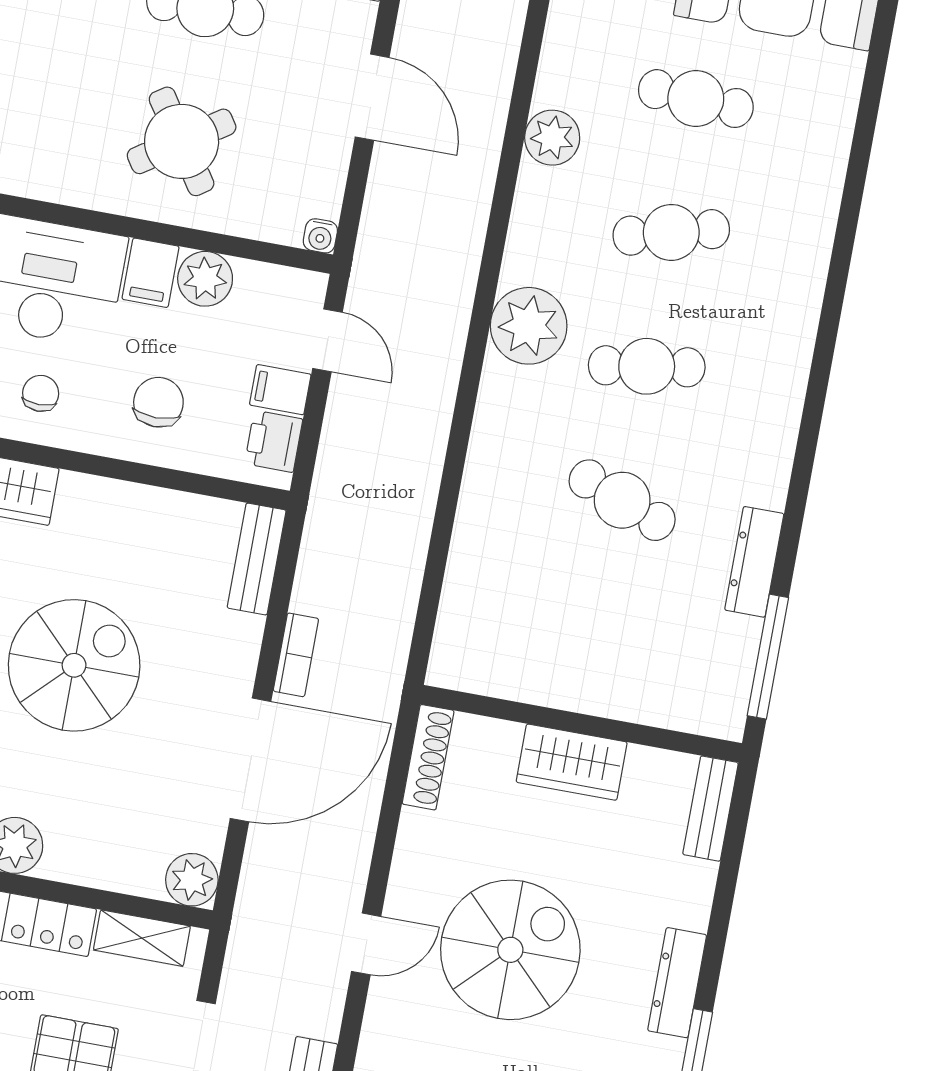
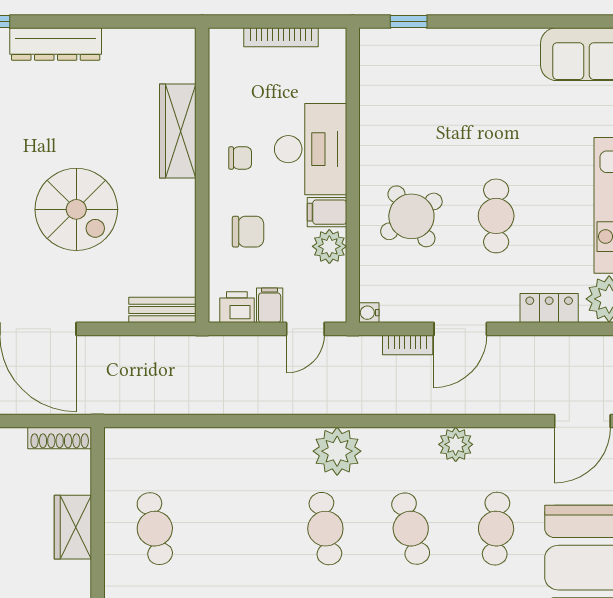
cafe table: (622, 500) -> (155, 529), moved, turned -33
bookcase: (296, 655) -> (408, 345), moved

